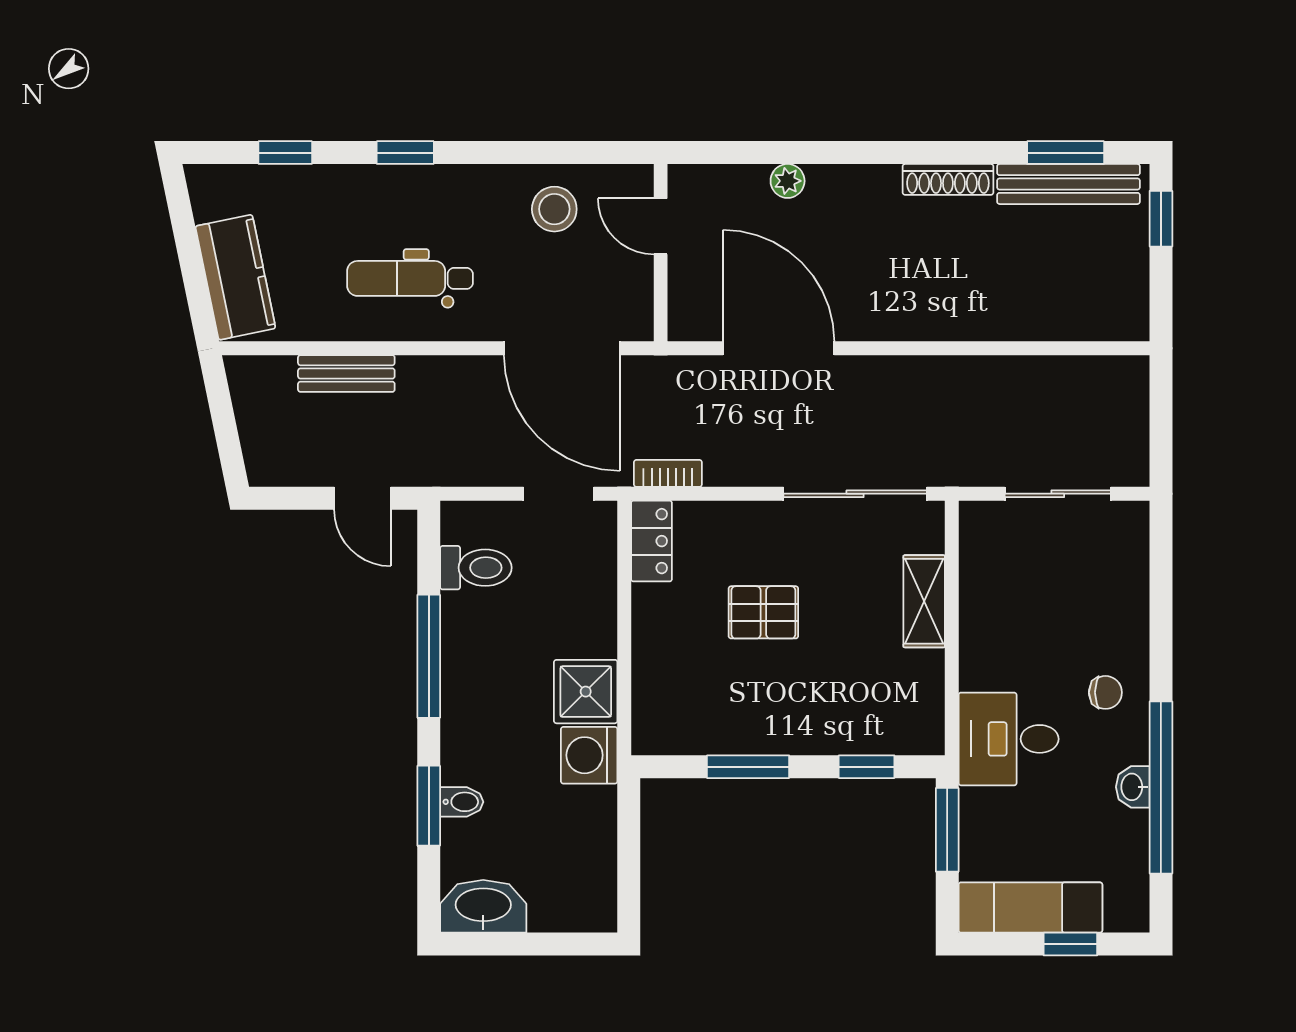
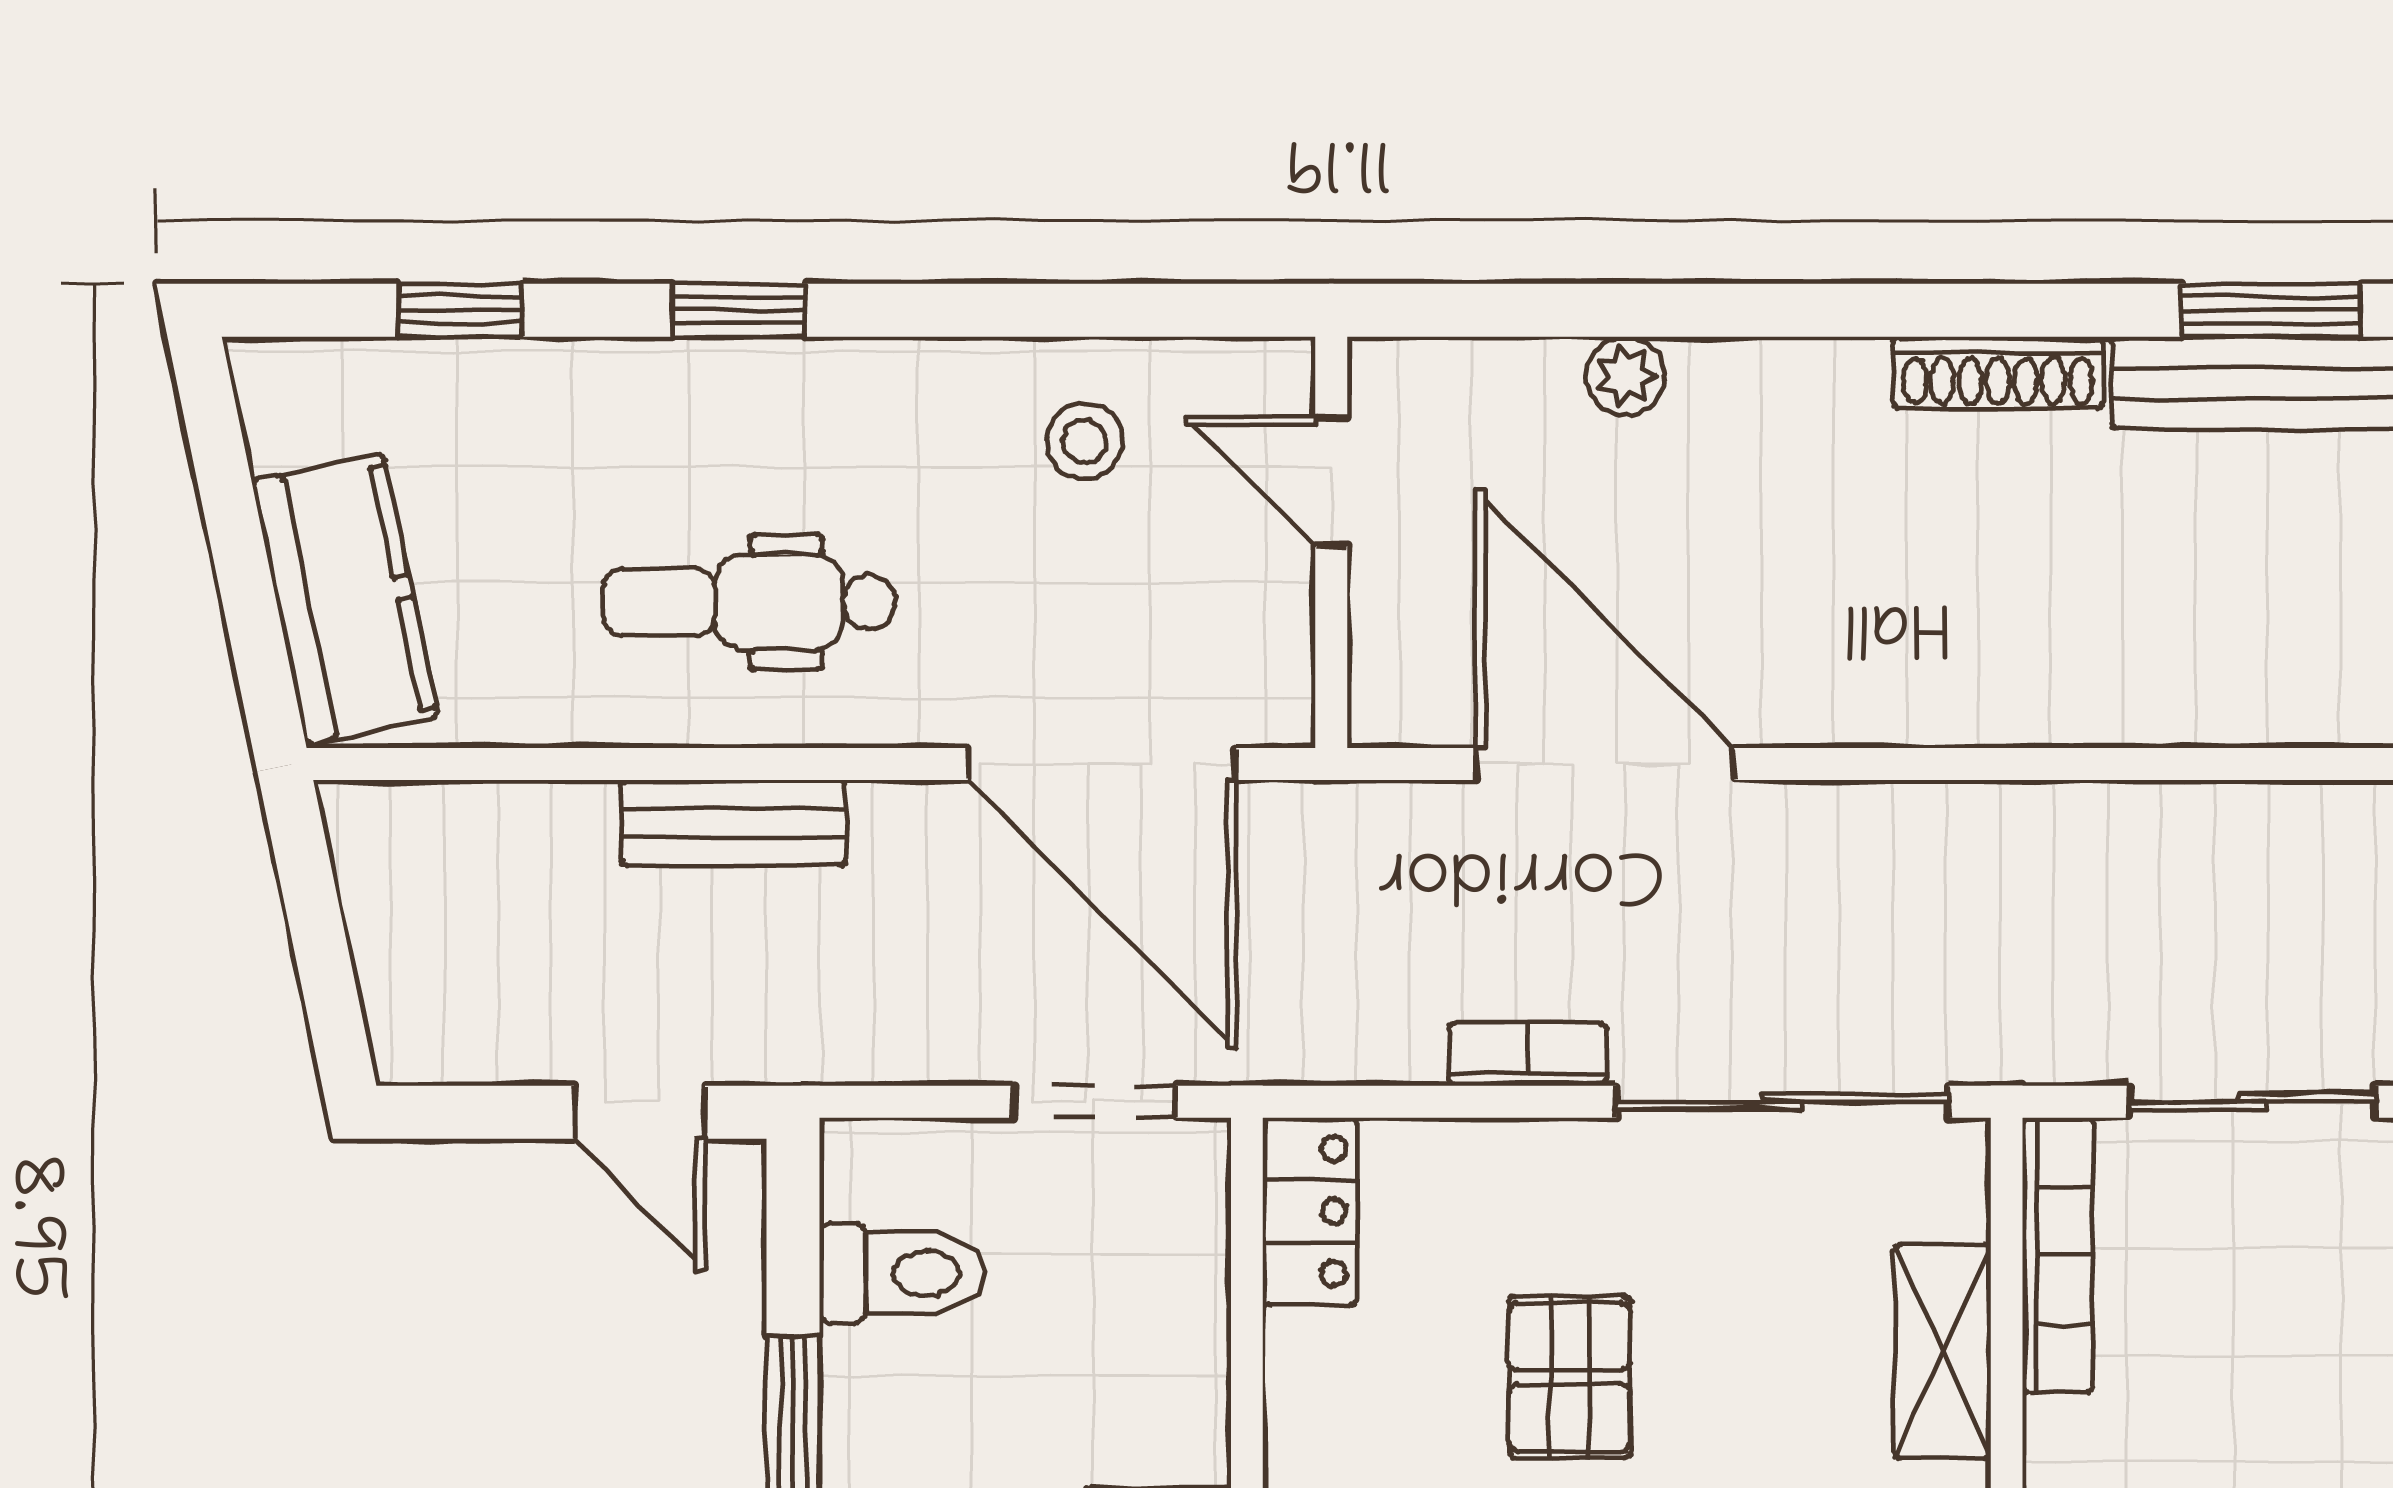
stool: (554, 209) -> (1085, 441), width x0.73, depth x0.73
bench: (346, 373) -> (733, 823), moved
bookcase: (668, 473) -> (1528, 1054), moved
bookcase: (974, 560) -> (2058, 1255), added
pallet: (763, 612) -> (1570, 1377), turned 90

